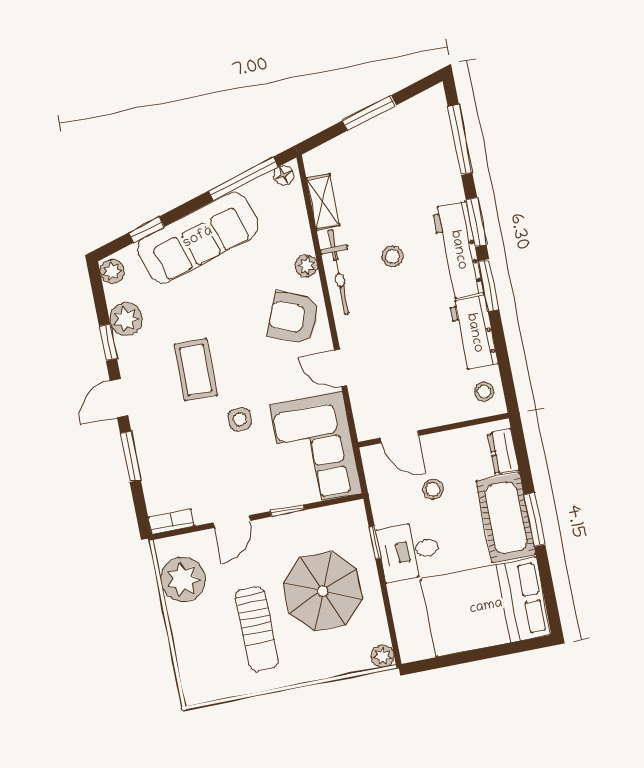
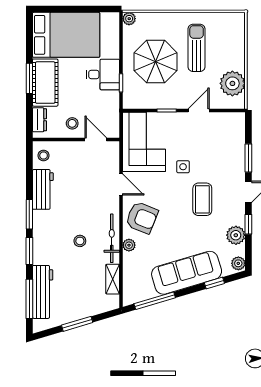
floor lamp: (284, 175) -> (132, 298), removed
workbench: (458, 250) -> (43, 292), moved
stool: (433, 489) -> (72, 123), moved
bookcase: (171, 522) -> (233, 117), removed

